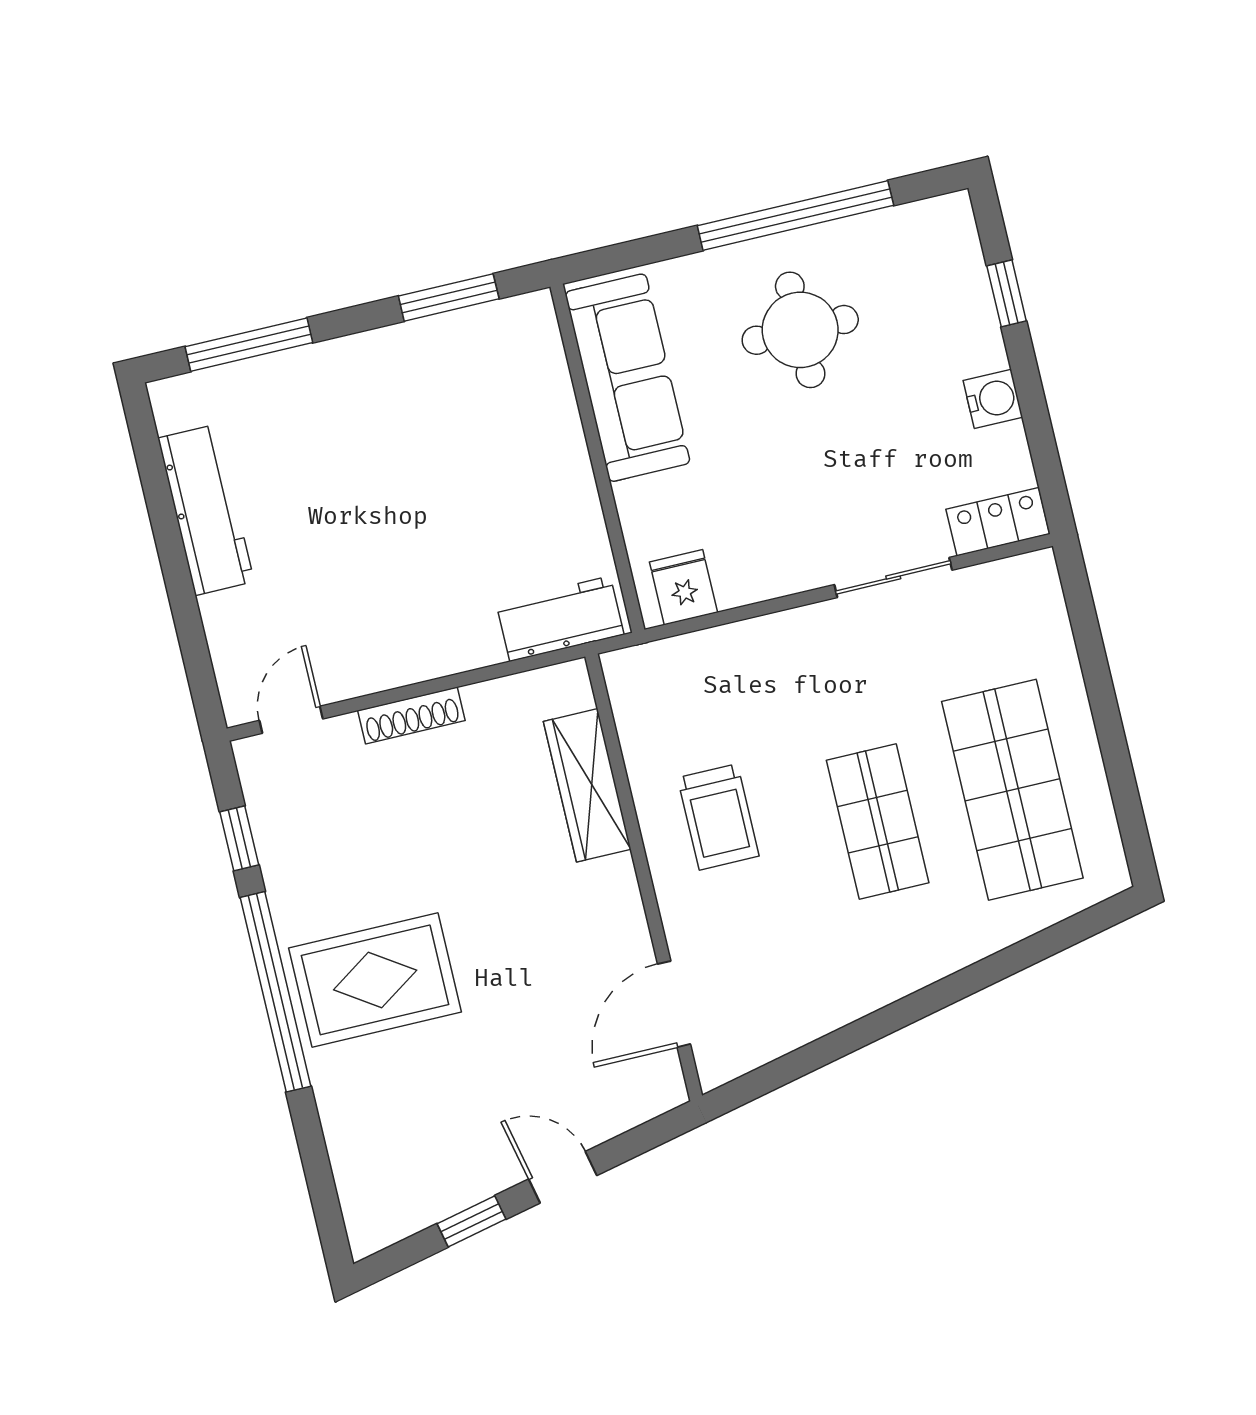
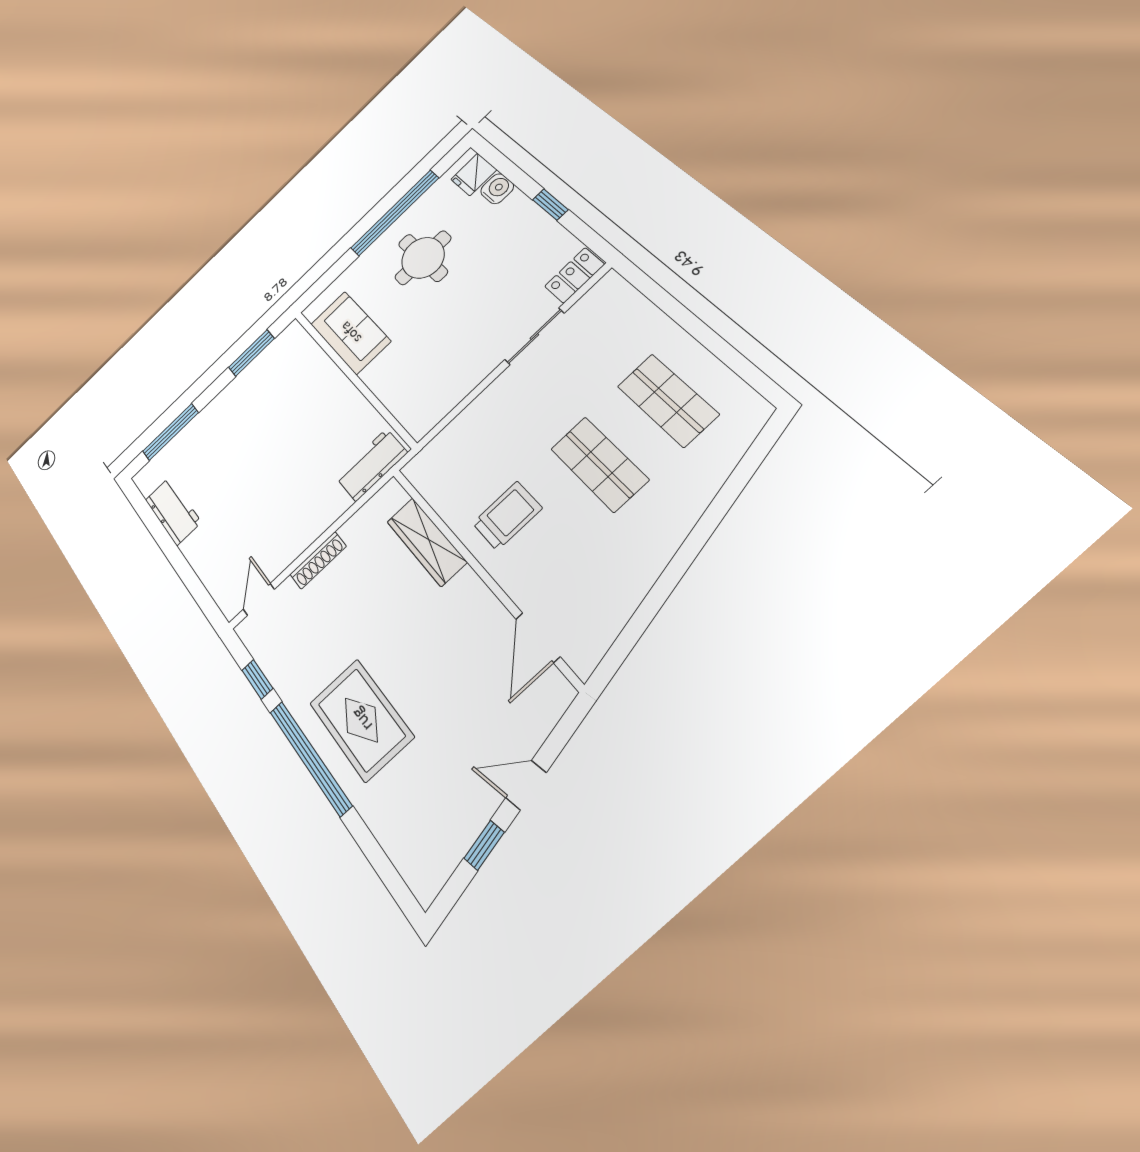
window: (1007, 293) -> (550, 205), moved
sofa: (627, 378) -> (350, 333), width x0.73
water cooler: (993, 399) -> (497, 189), moved
workbench: (206, 510) -> (173, 511), width x0.73
fridge: (683, 587) -> (474, 174), moved, turned -90
shop shelf: (1012, 790) -> (668, 400), width x0.70, depth x0.74
trolley: (718, 817) -> (507, 516), turned -90
rug: (375, 980) -> (361, 720), turned 90

